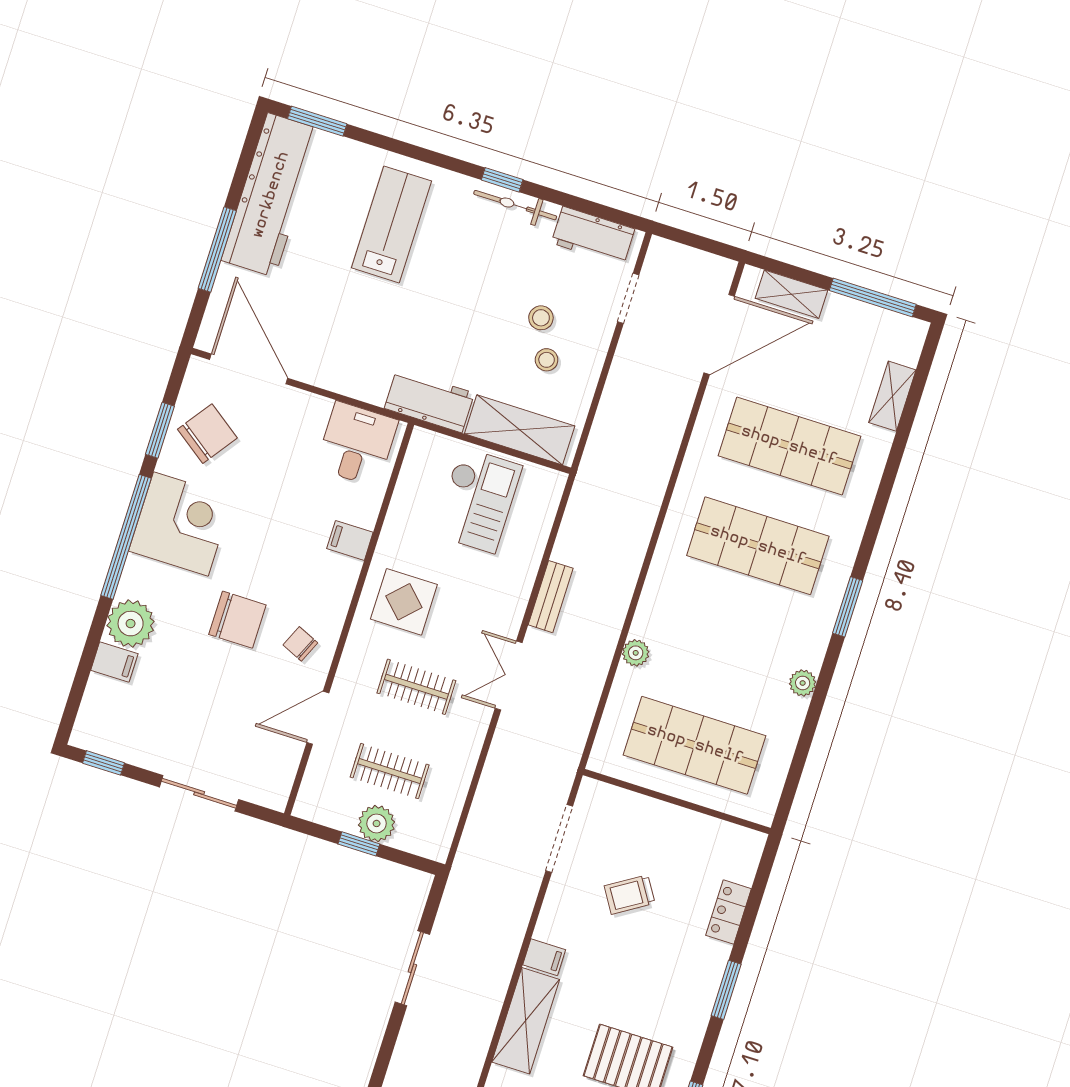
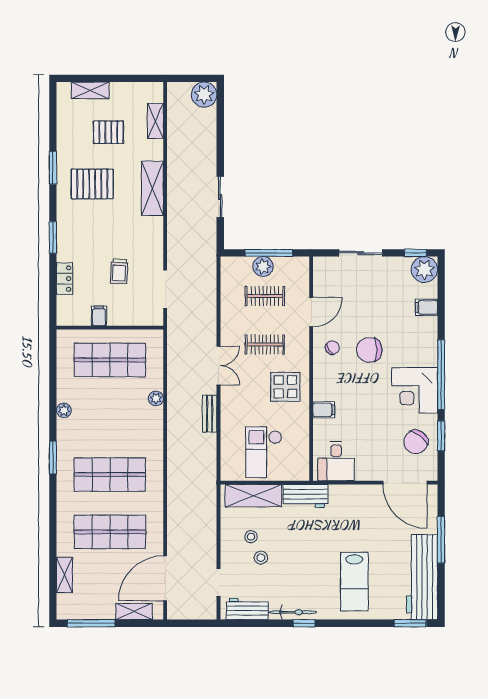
plant: (131, 624) -> (424, 270), moved
chair: (300, 644) -> (332, 348), turned -57
window: (359, 844) -> (269, 253), width x2.17
trolley: (630, 895) -> (119, 271), turned 125
filing cabinet: (544, 957) -> (99, 316), moved, turned 90

